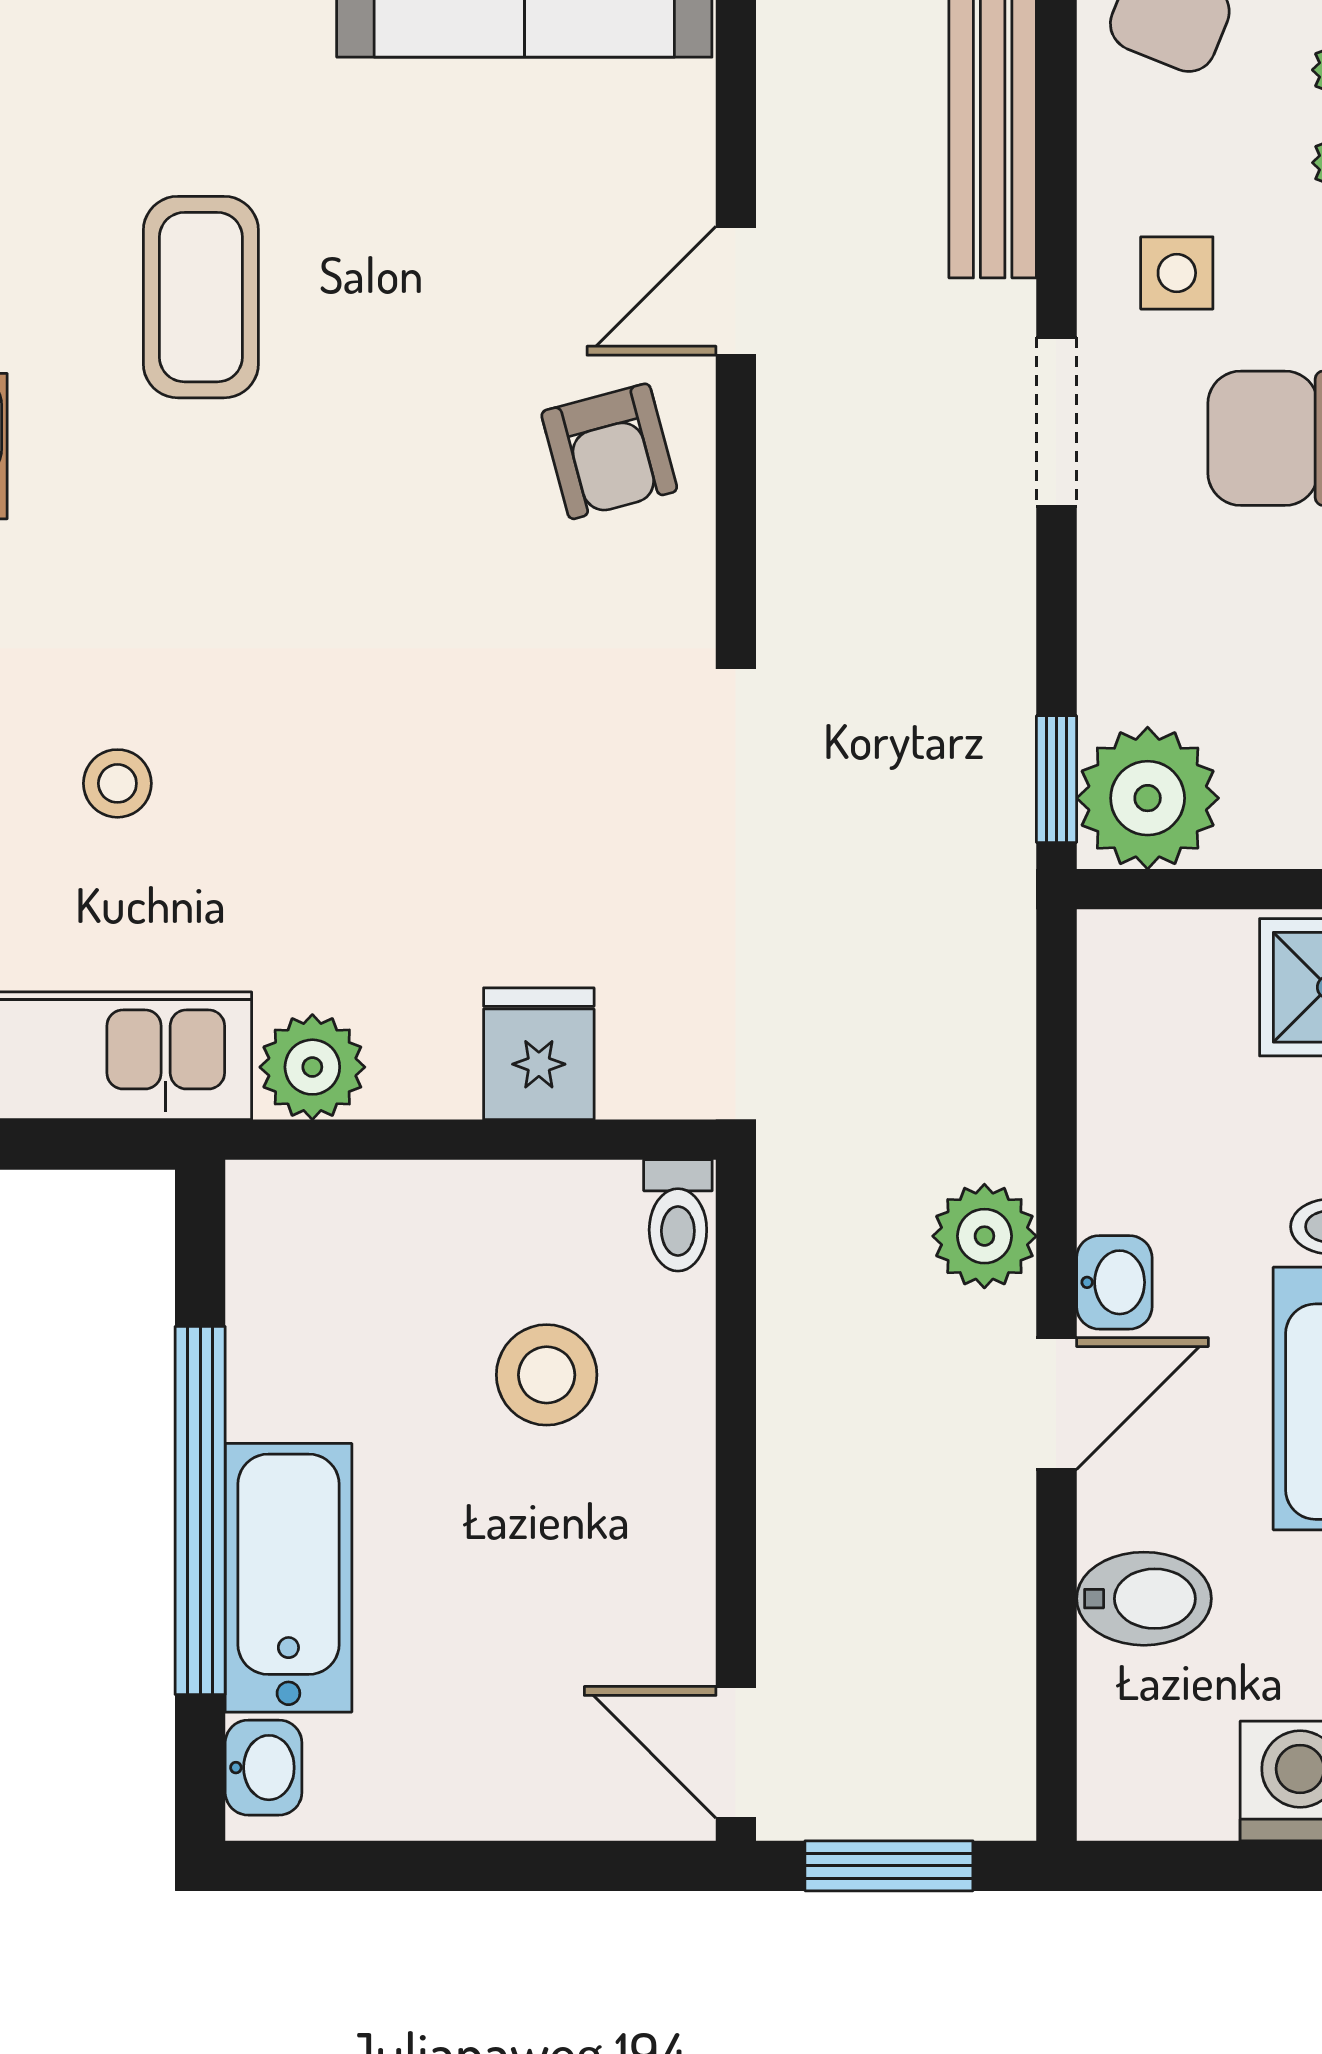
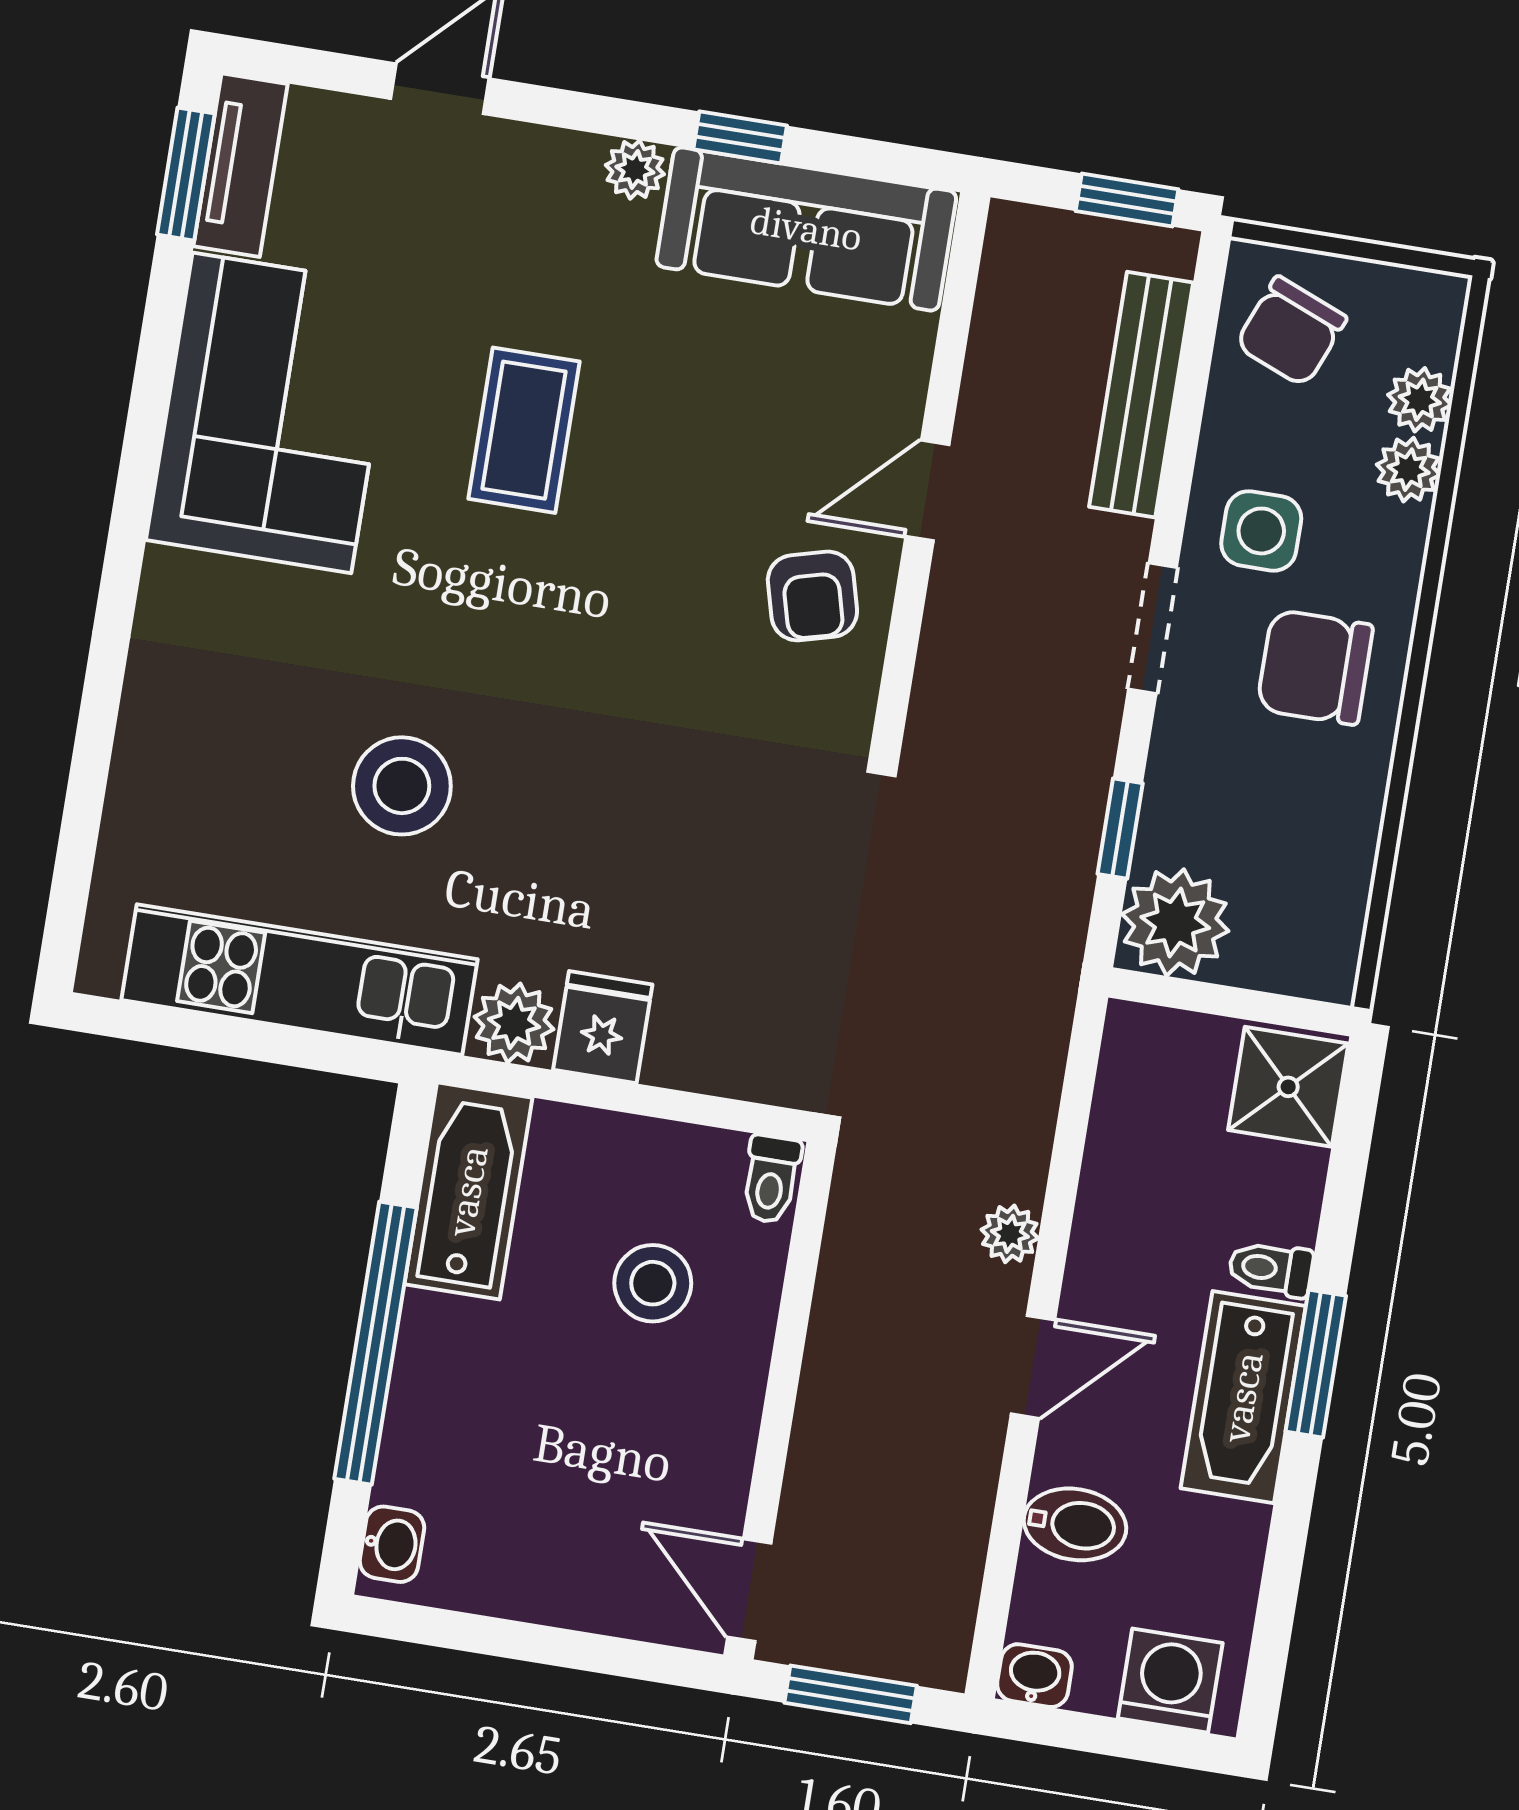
side table: (1177, 273) -> (1261, 531), width x1.37, depth x1.37
window: (1056, 779) -> (1120, 829), moved
stool: (117, 783) -> (402, 786), width x1.89, depth x1.89
fridge: (539, 1054) -> (603, 1027), moved
plant: (984, 1236) -> (1010, 1234), width x0.73, depth x0.73
washbasin: (1114, 1282) -> (1034, 1676), moved, turned -90
bathtub: (288, 1578) -> (468, 1191), moved

